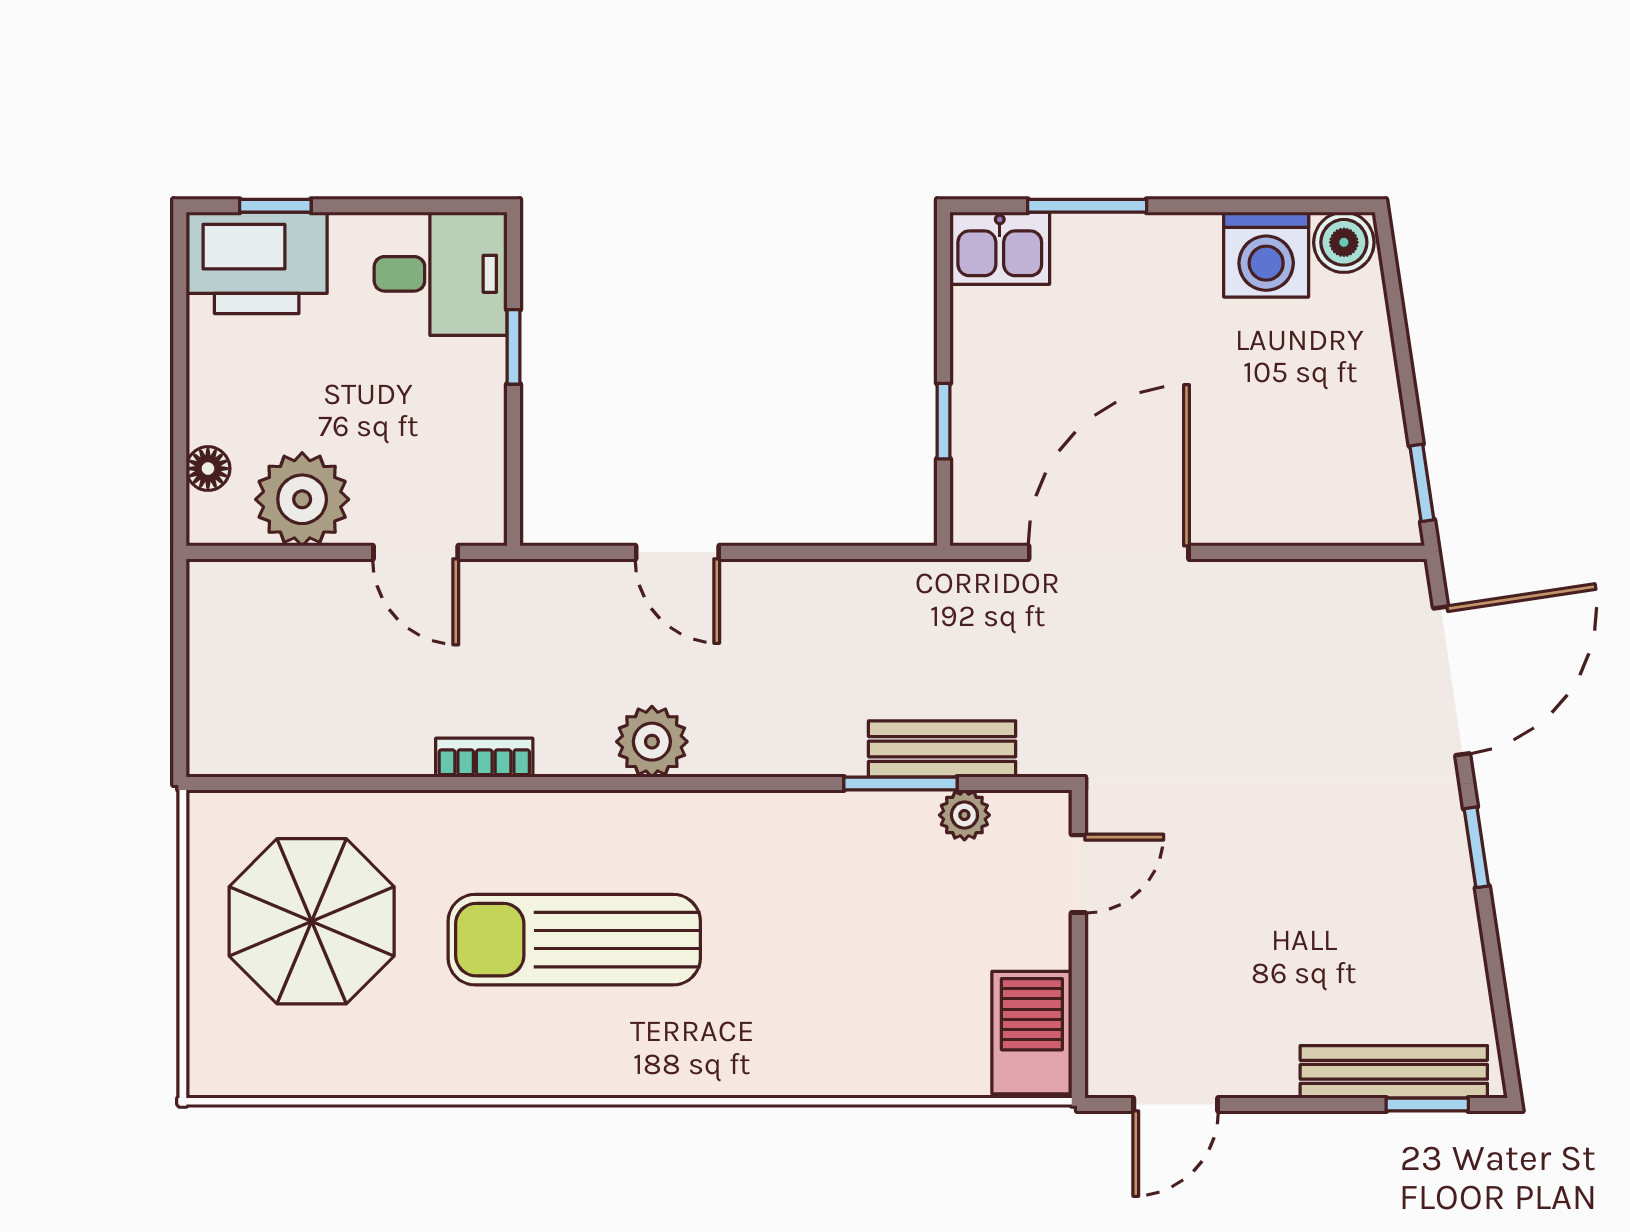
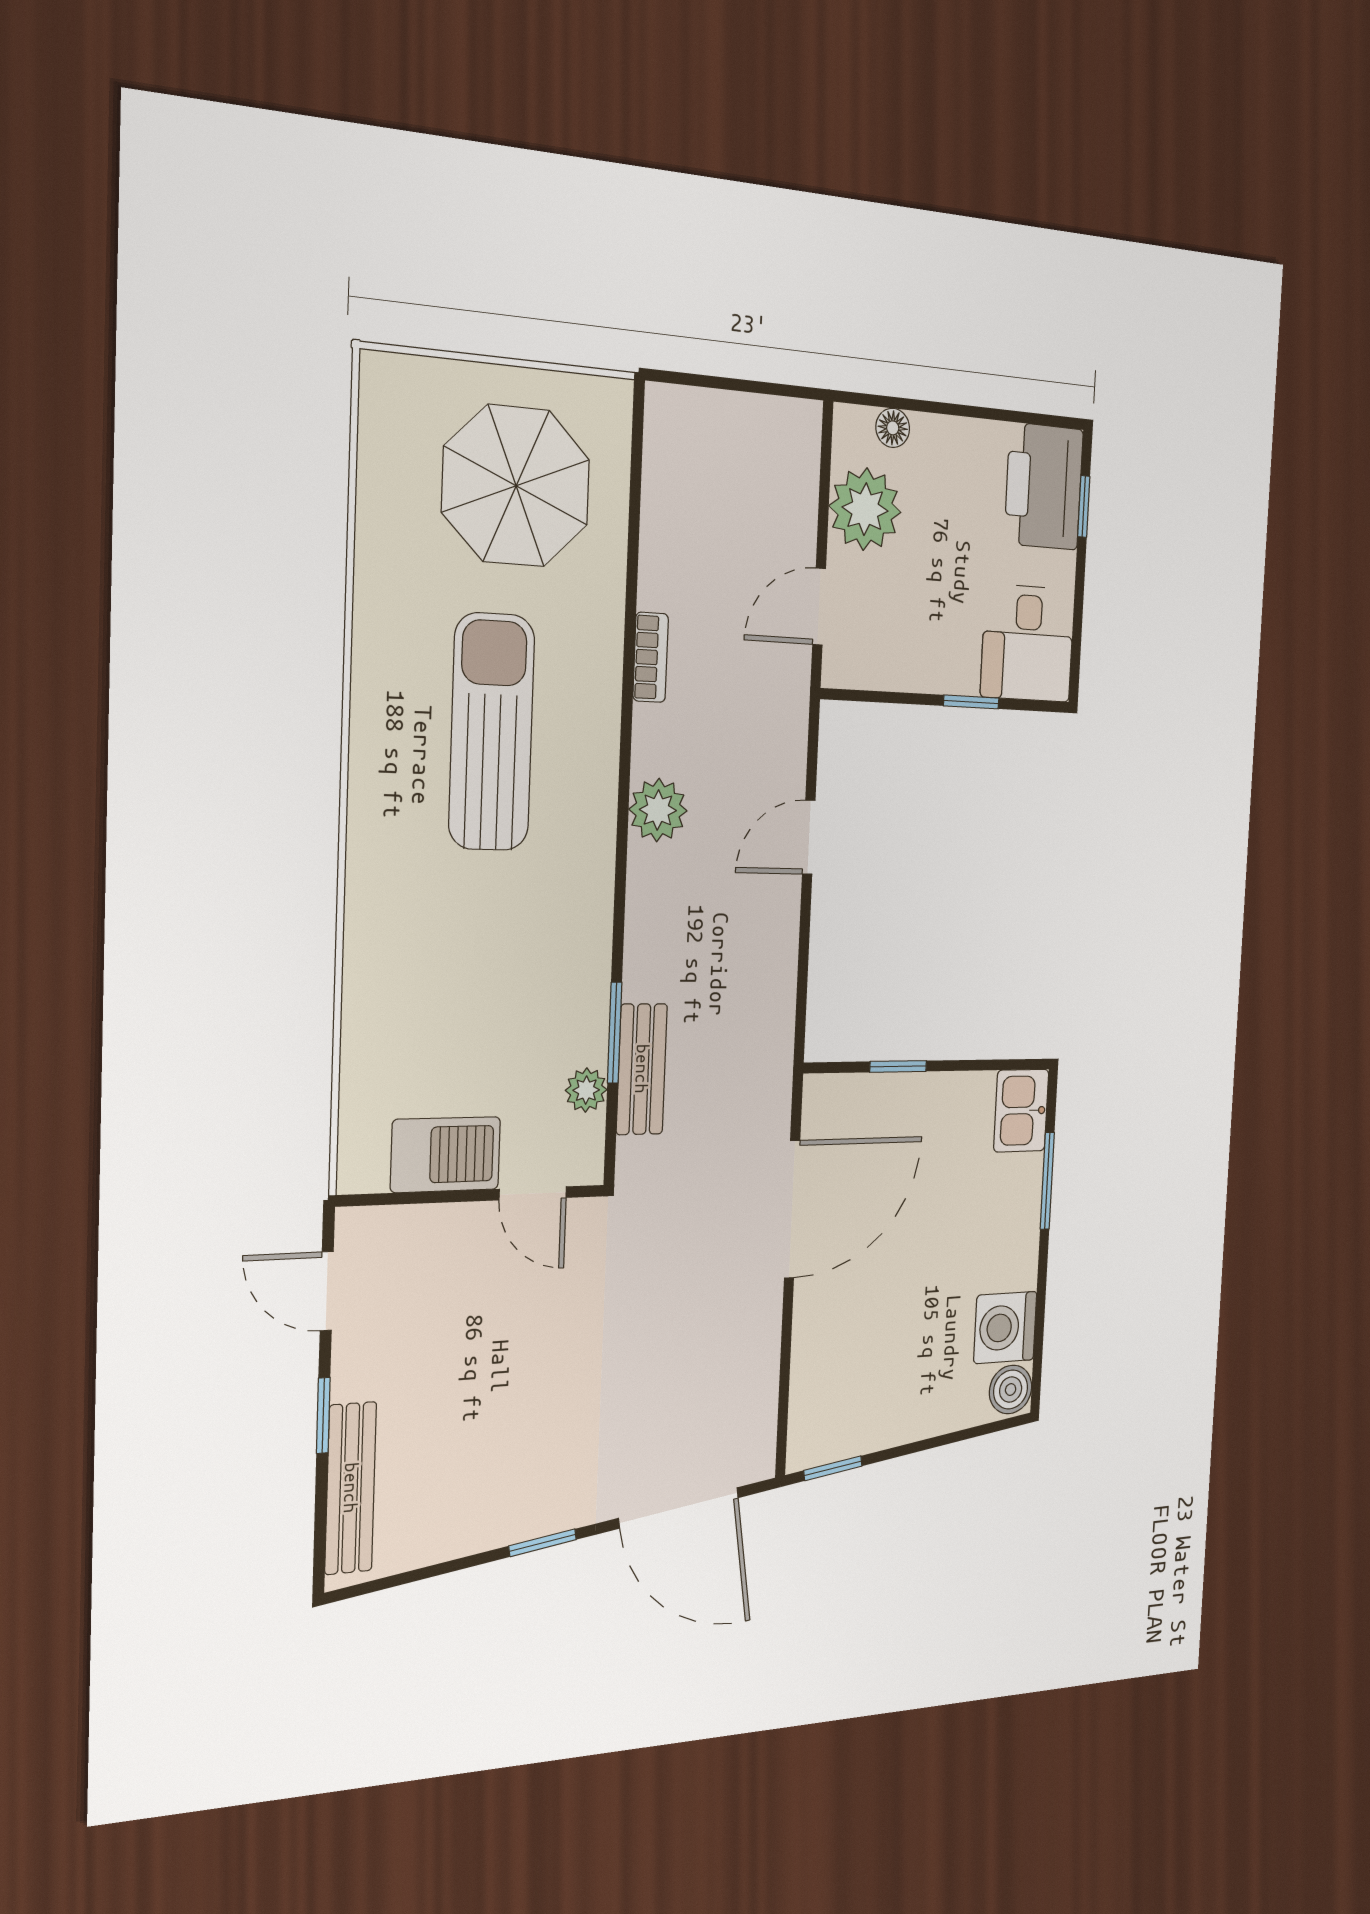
door: (1109, 552) -> (792, 1209), hinge flipped
barbecue: (1032, 1033) -> (446, 1154), moved
window: (1427, 1104) -> (323, 1415), moved

